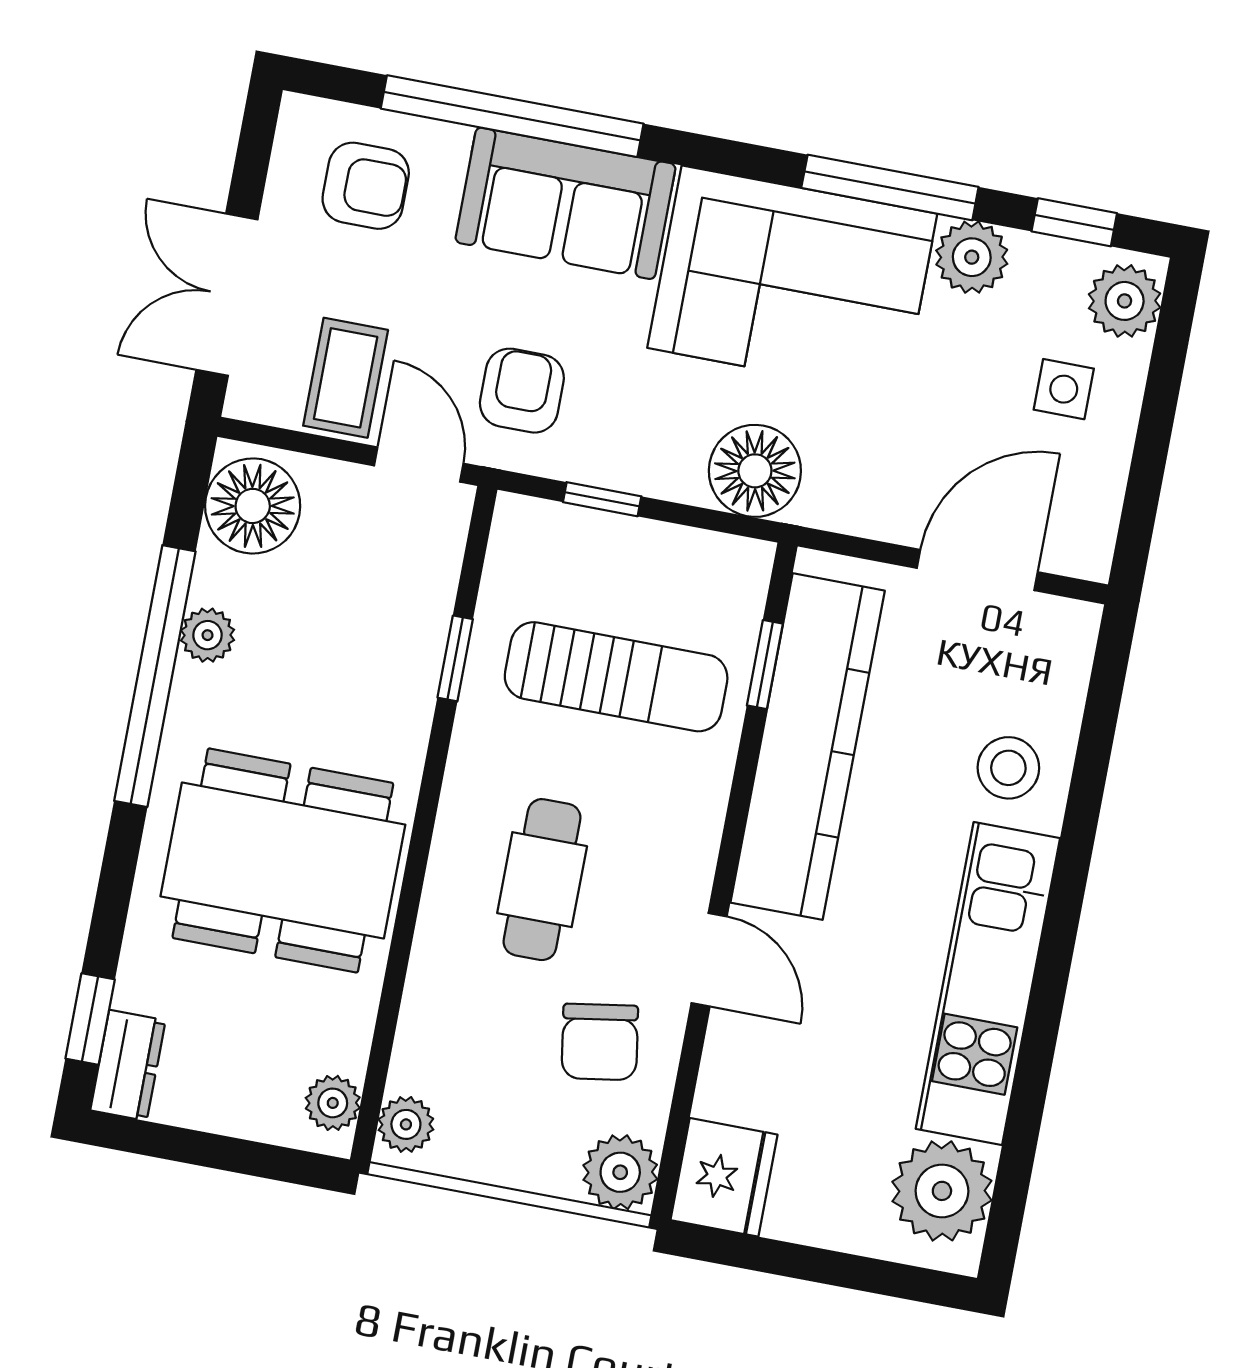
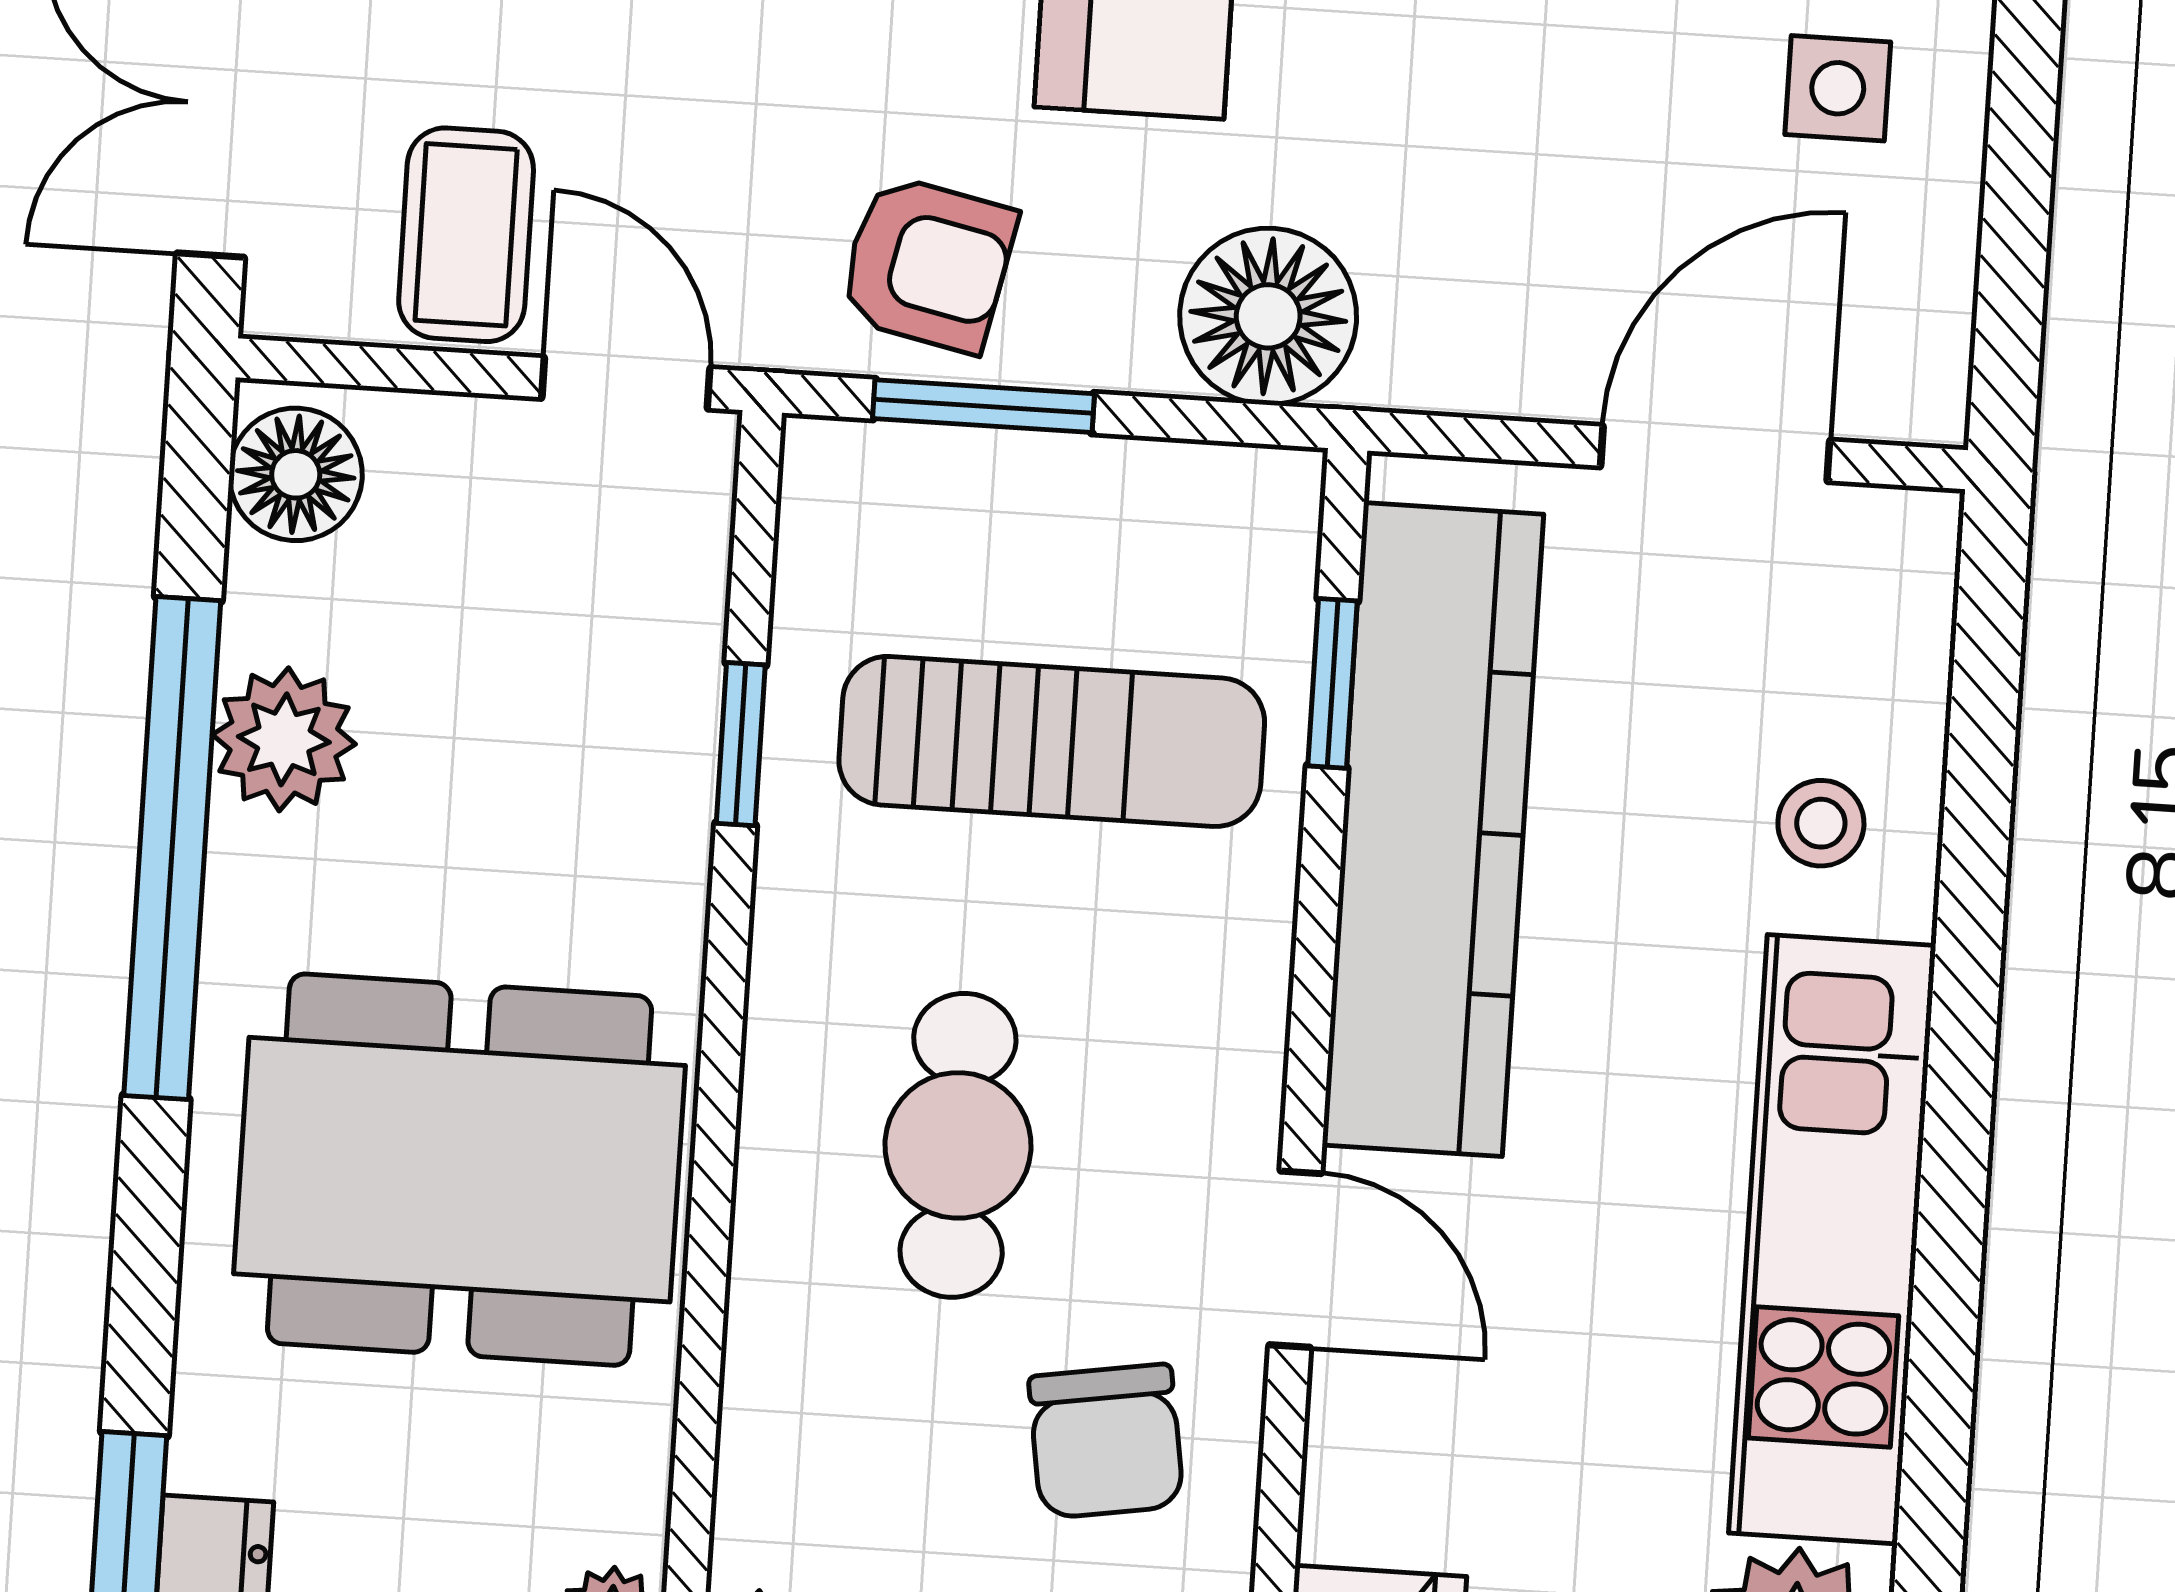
armchair: (522, 391) -> (928, 264), moved, turned 102
window: (602, 499) -> (984, 406), width x1.50
floor lamp: (253, 506) -> (296, 474), width x0.73, depth x0.73
plant: (208, 635) -> (284, 739), width x1.38, depth x1.38
stool: (1008, 768) -> (1821, 823), width x0.73, depth x0.73

